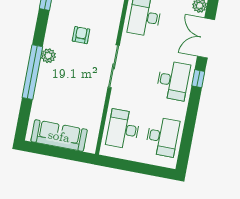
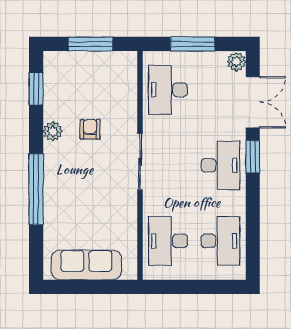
double door: (206, 38) -> (253, 102), swing flipped
plant: (48, 56) -> (53, 131), moved
window: (198, 79) -> (253, 157), width x1.50

